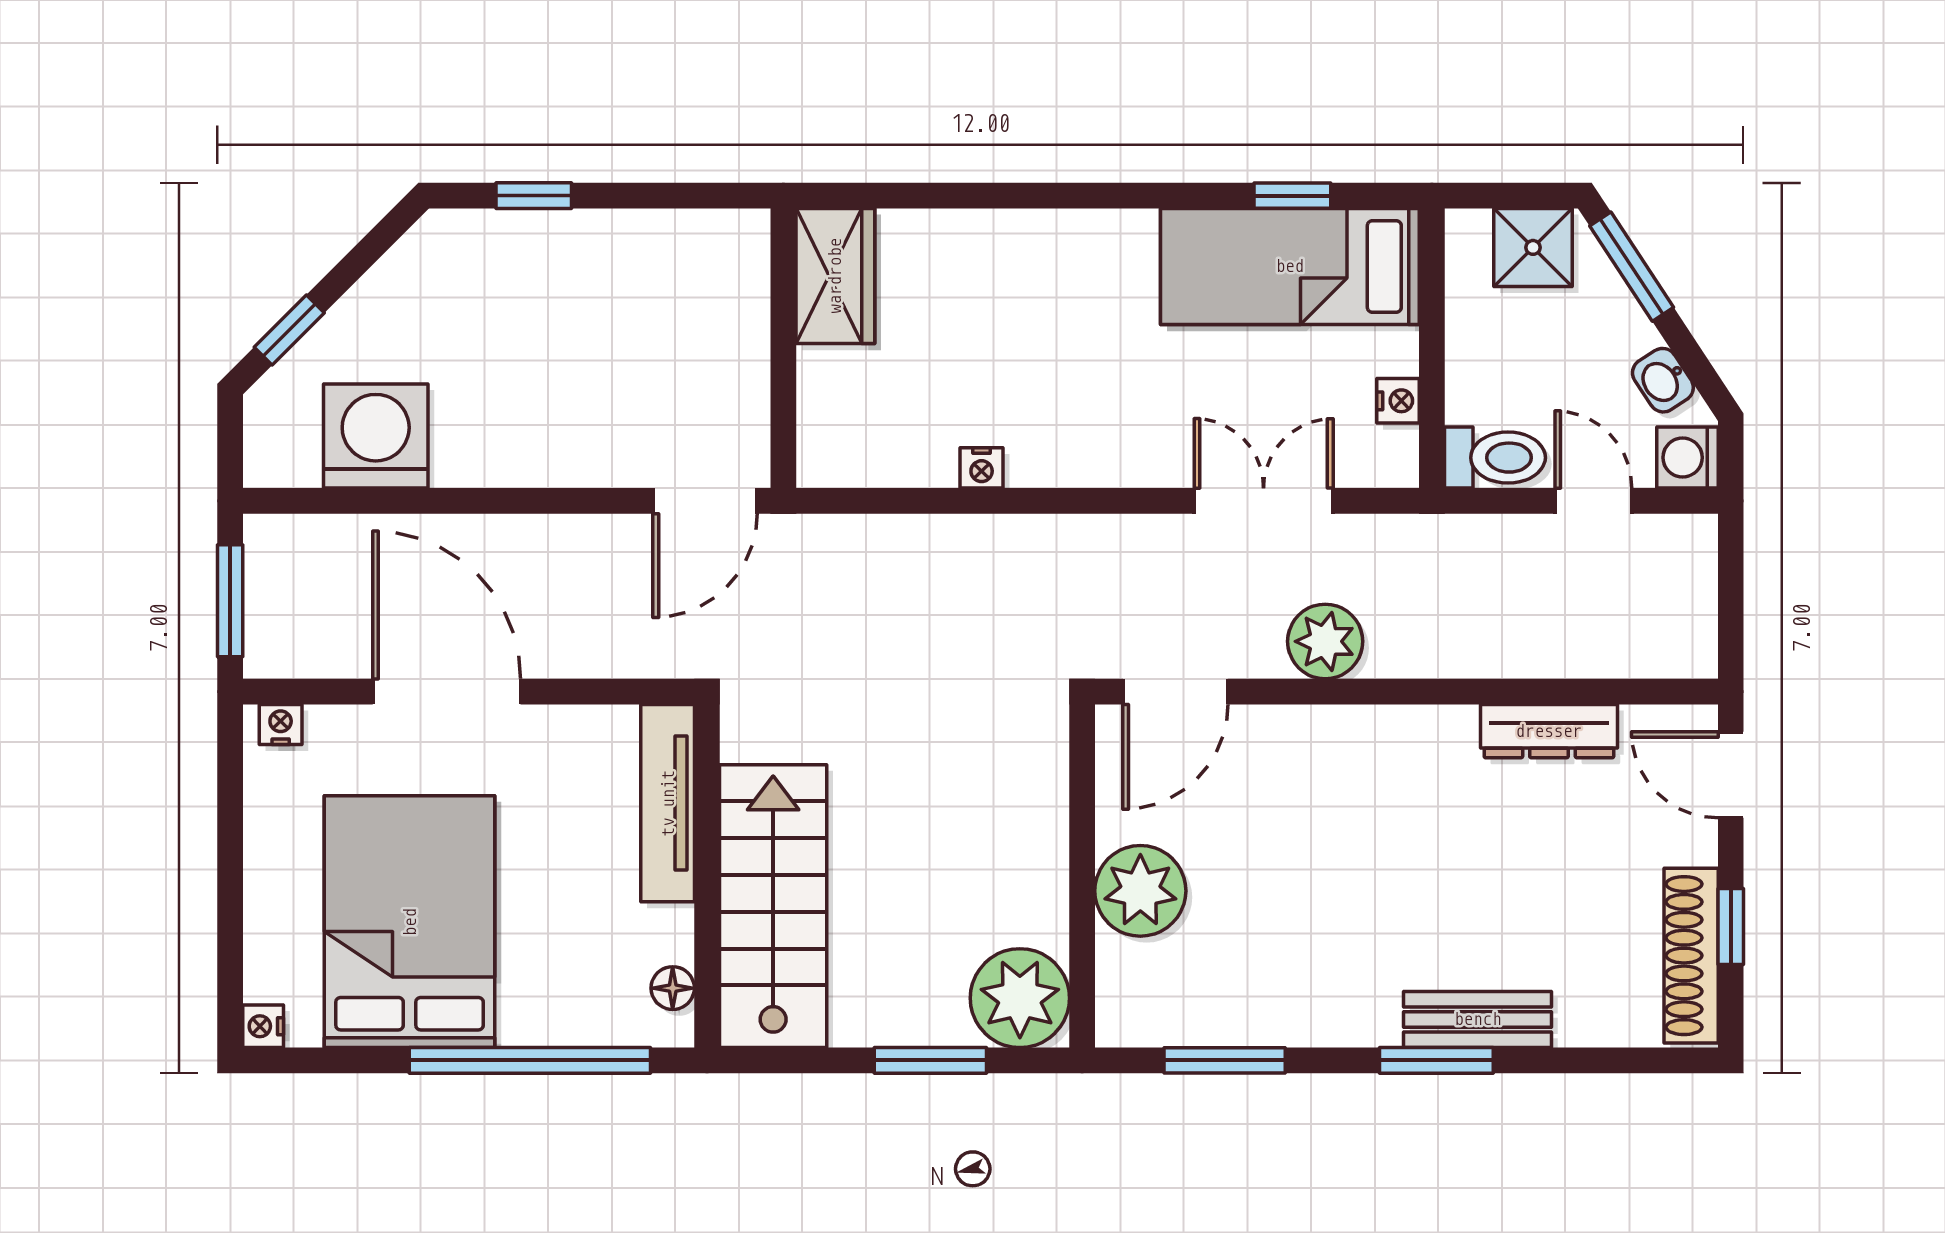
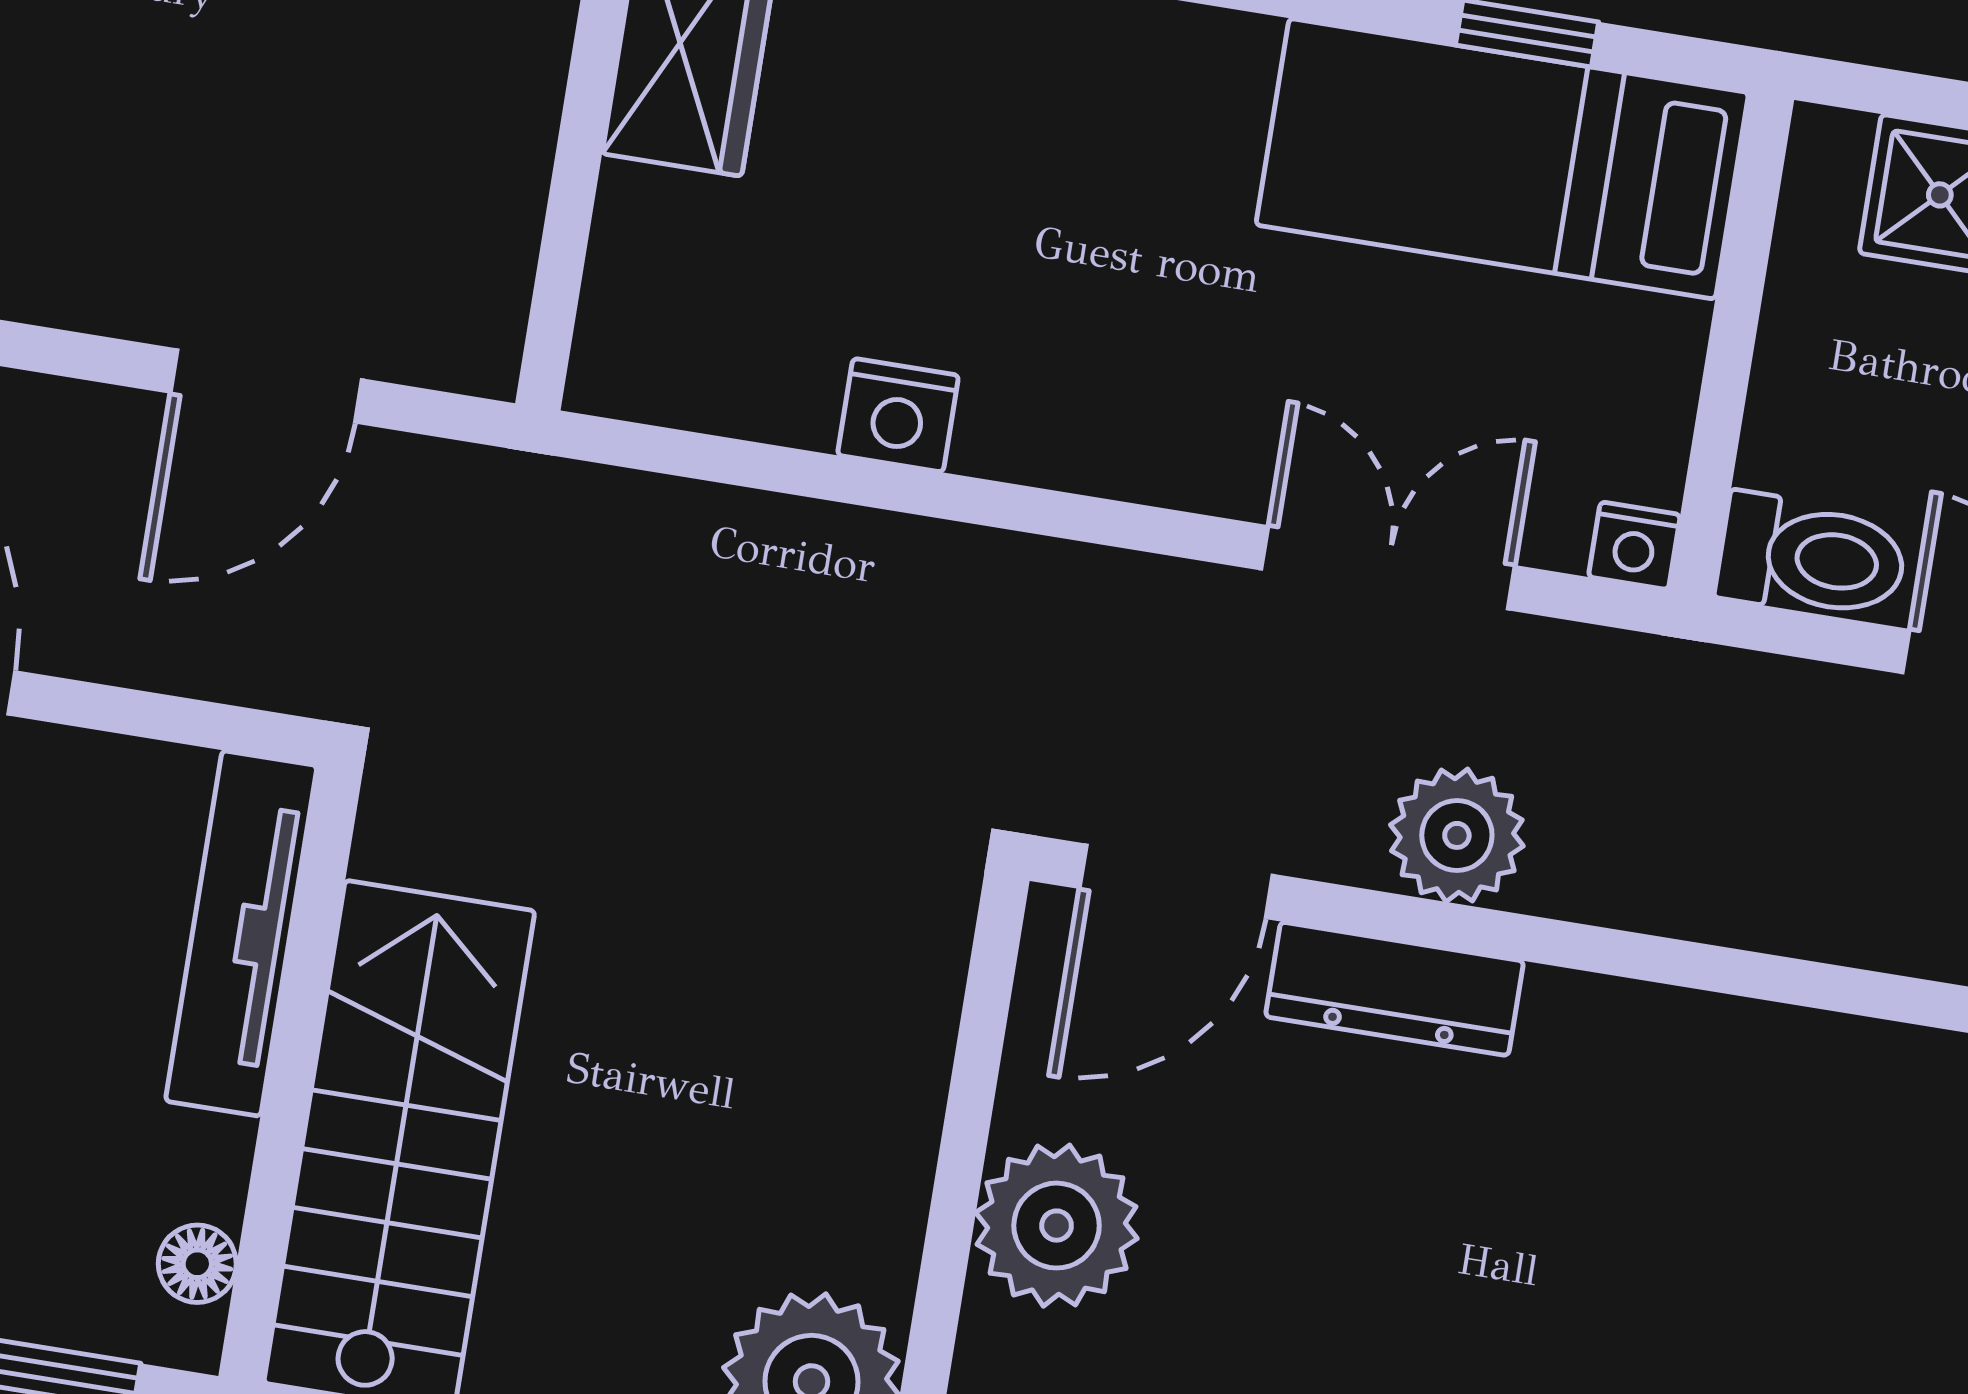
nightstand: (1398, 401) -> (1634, 546), moved, turned 90
nightstand: (982, 468) -> (898, 415), width x1.39, depth x1.35
door: (705, 501) -> (266, 386), moved
dresser: (1549, 731) -> (1394, 989), moved

